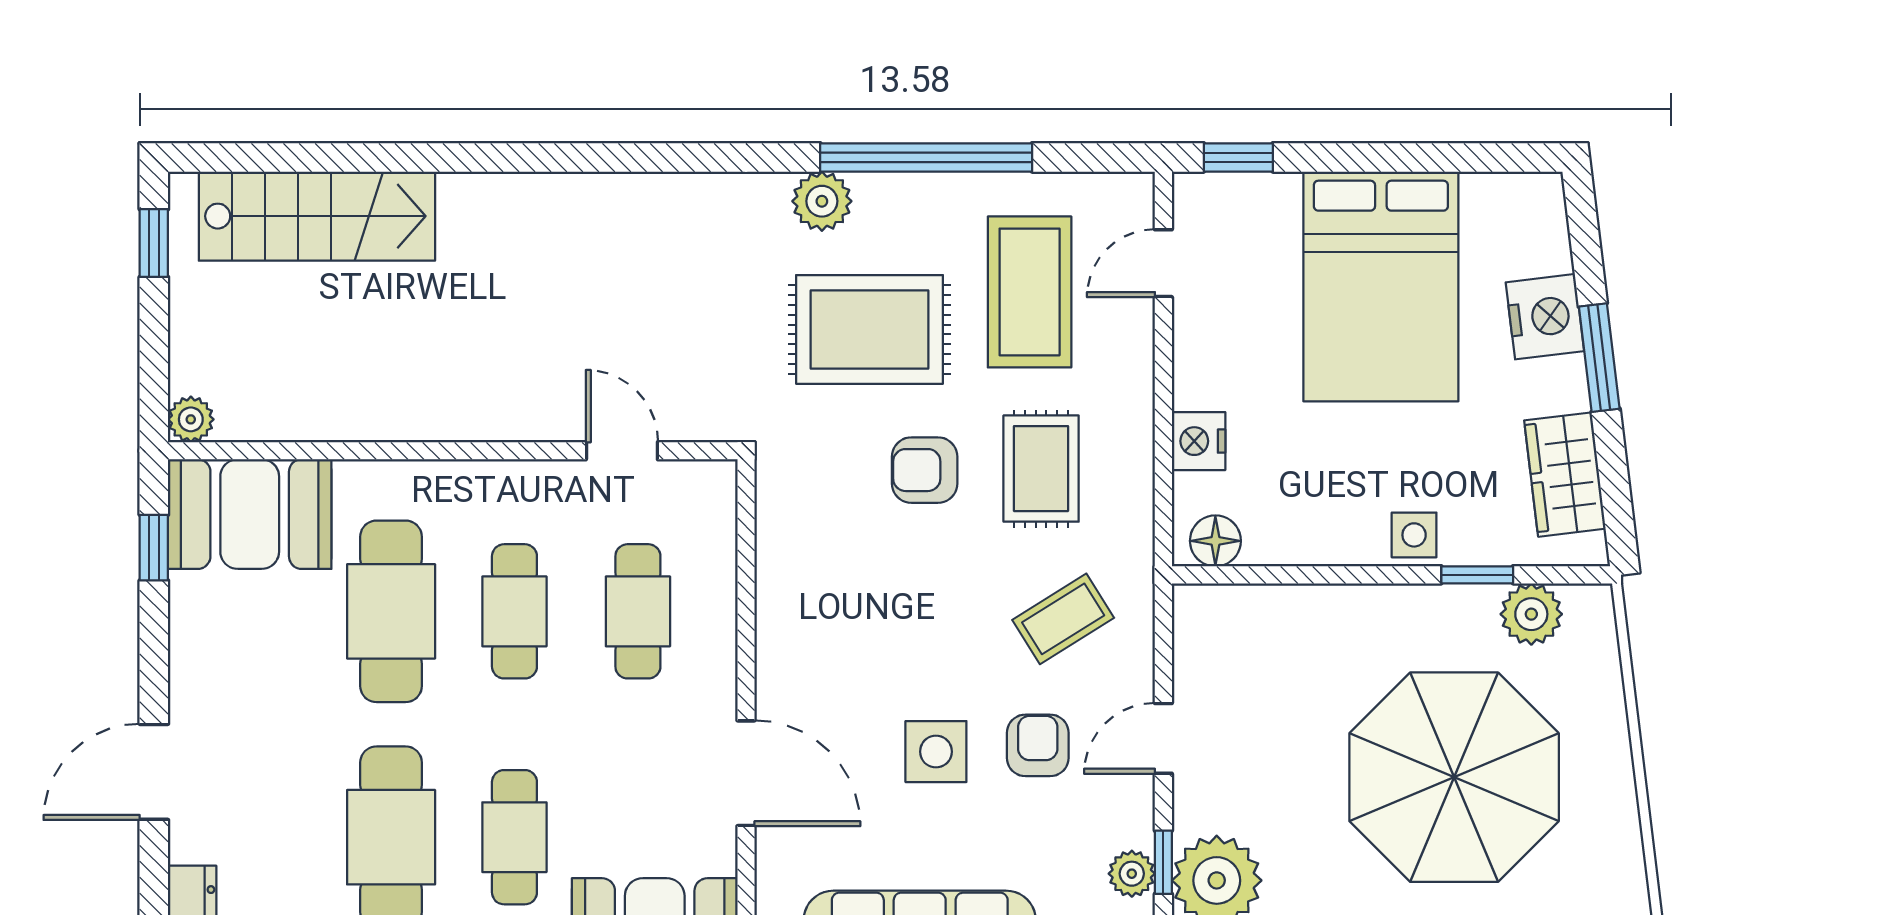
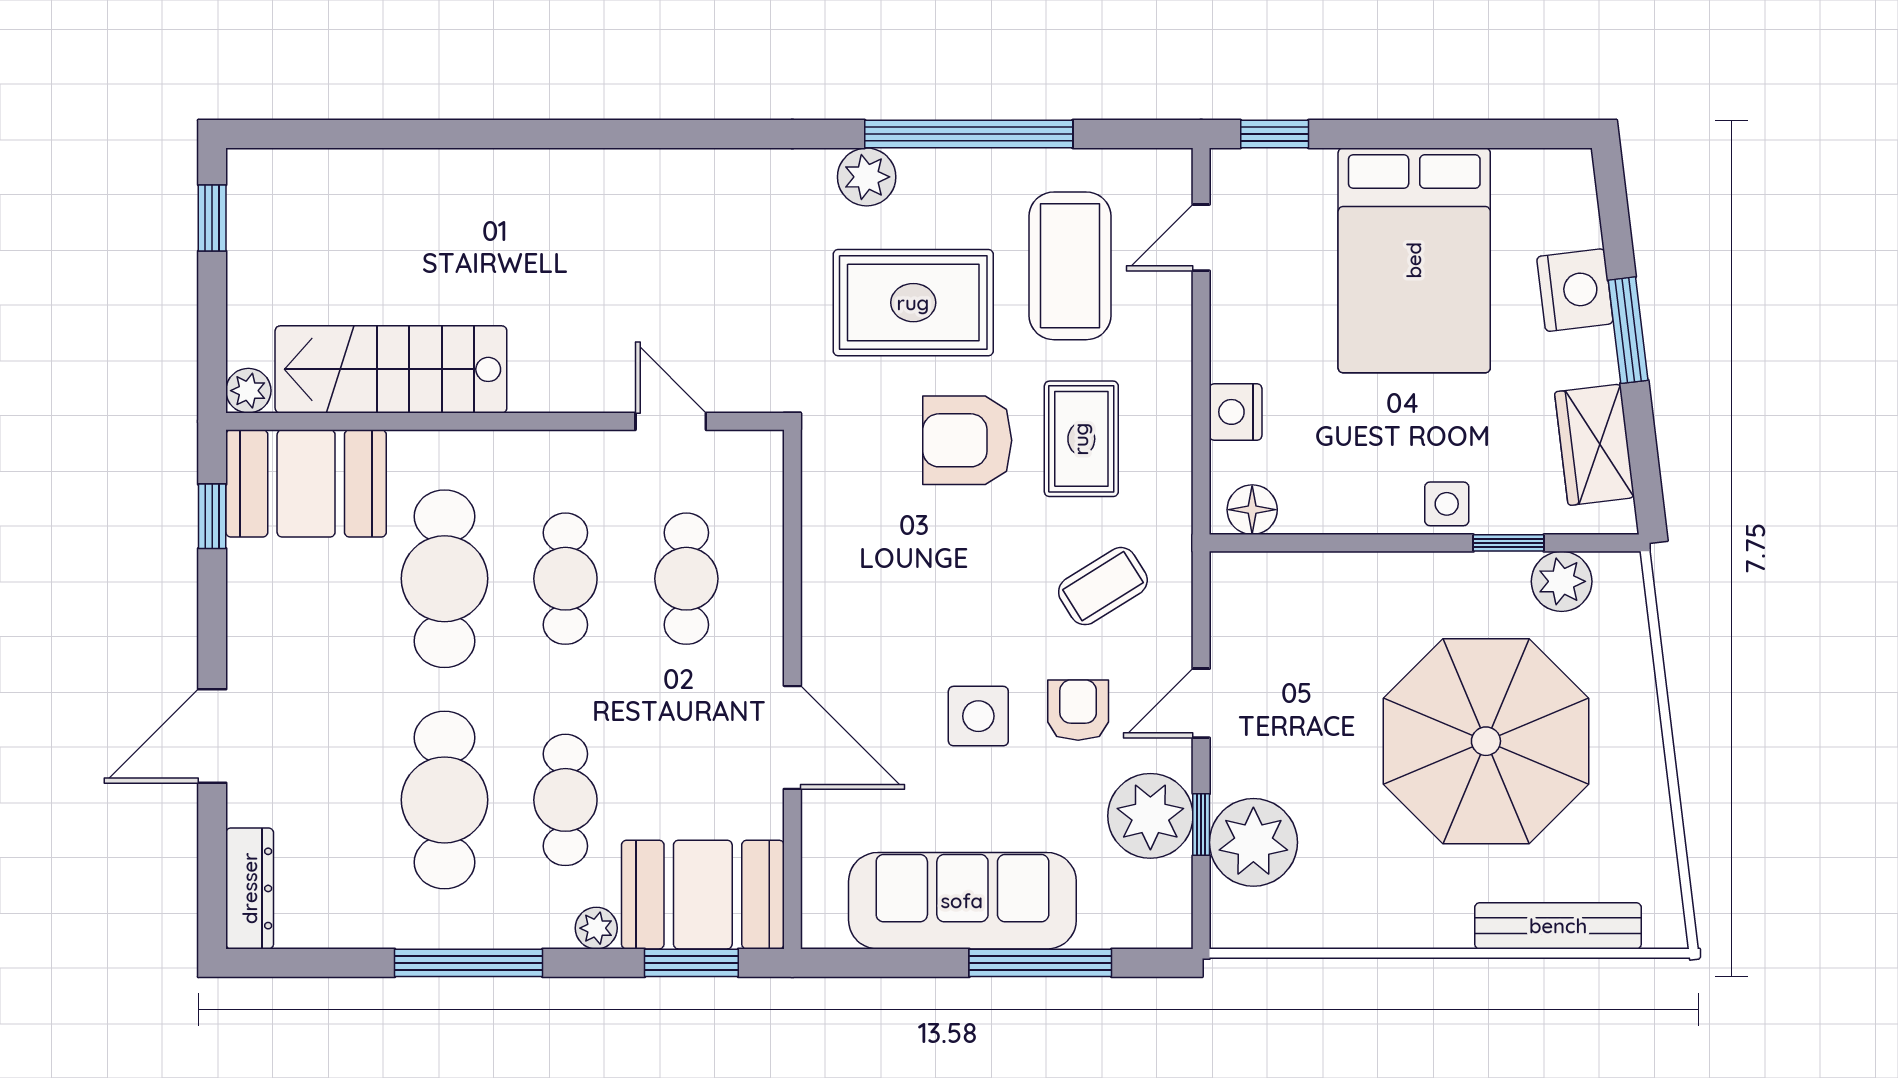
stairs: (317, 216) -> (391, 369), moved, turned 180
armchair: (925, 470) -> (967, 440), width x1.38, depth x1.38
plant: (1132, 874) -> (1150, 816), width x1.88, depth x1.88

